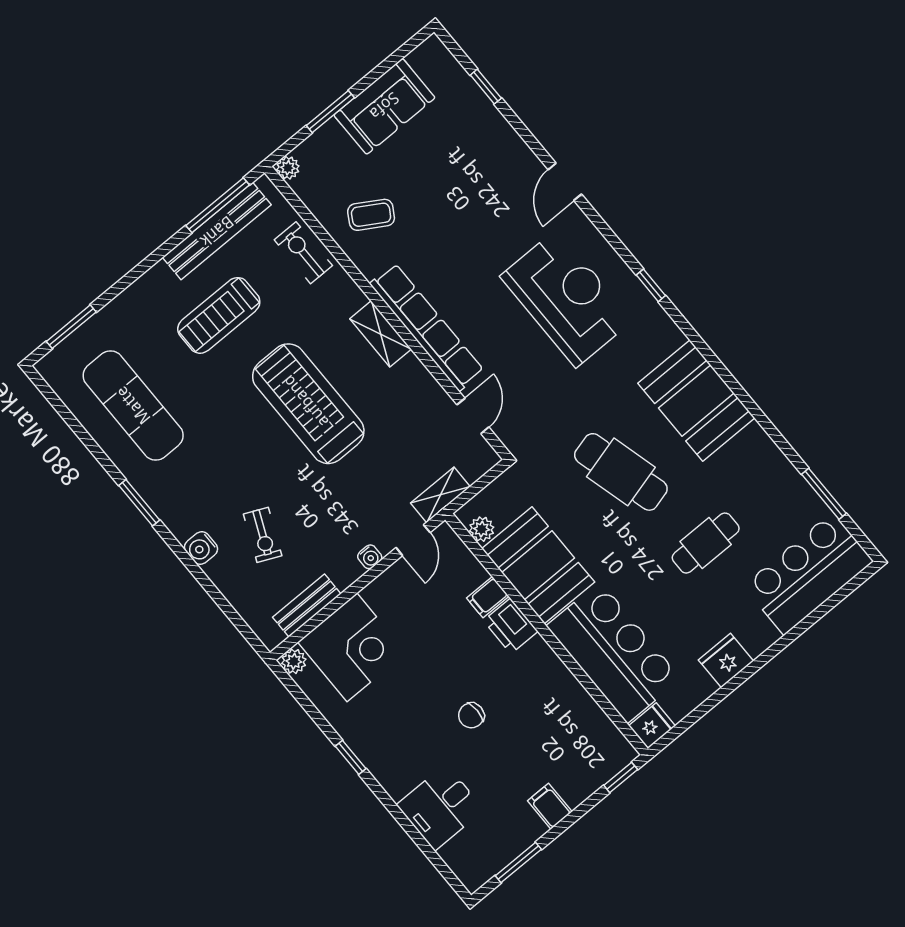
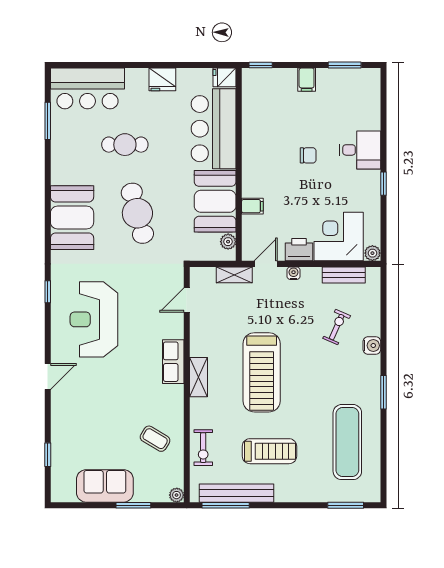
row of seats: (427, 327) -> (173, 362), width x0.50
printer: (511, 626) -> (299, 250), moved, turned -90
desk: (440, 807) -> (360, 150), moved

